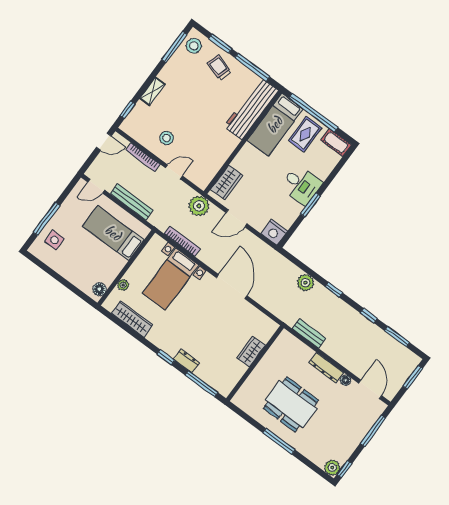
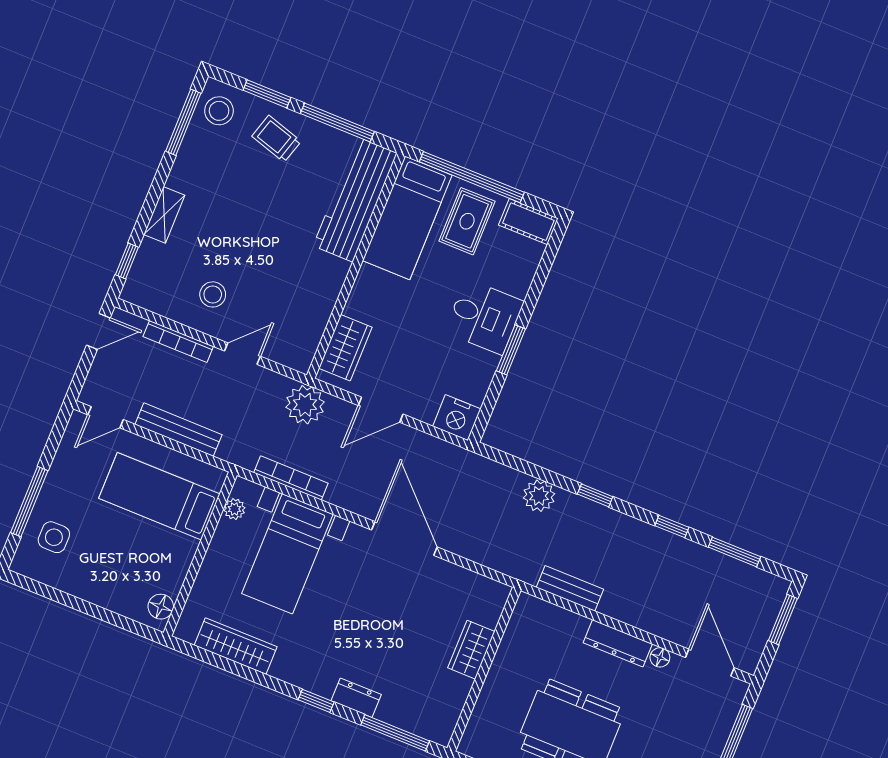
plant: (123, 285) -> (234, 509), moved

